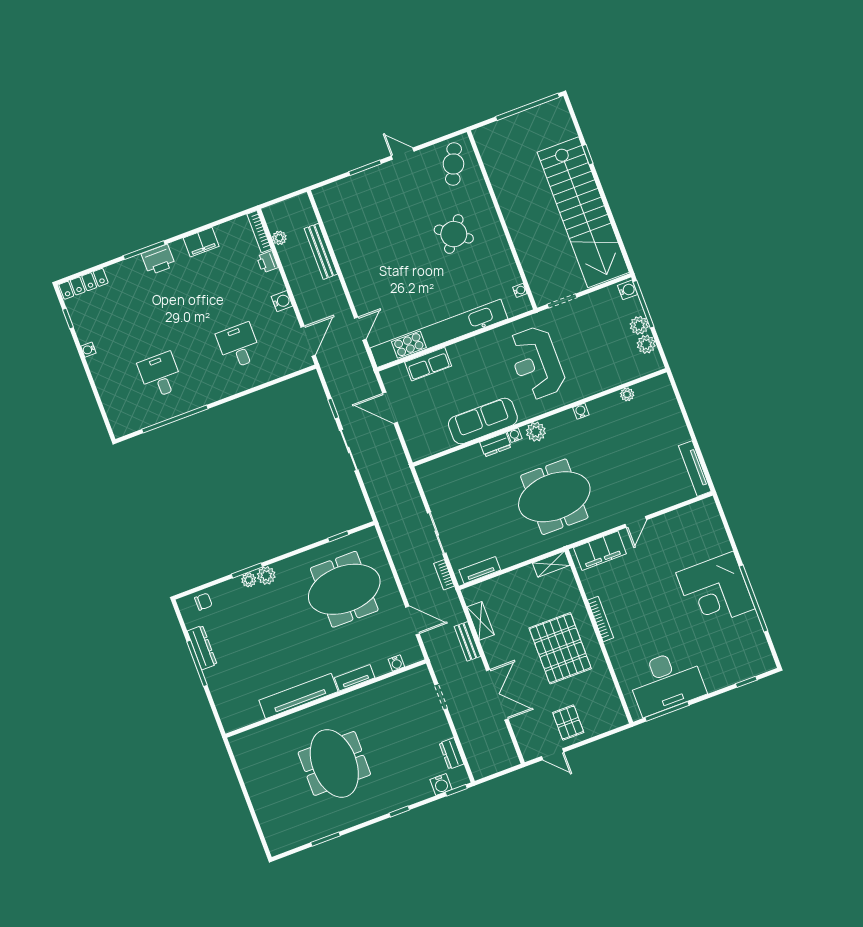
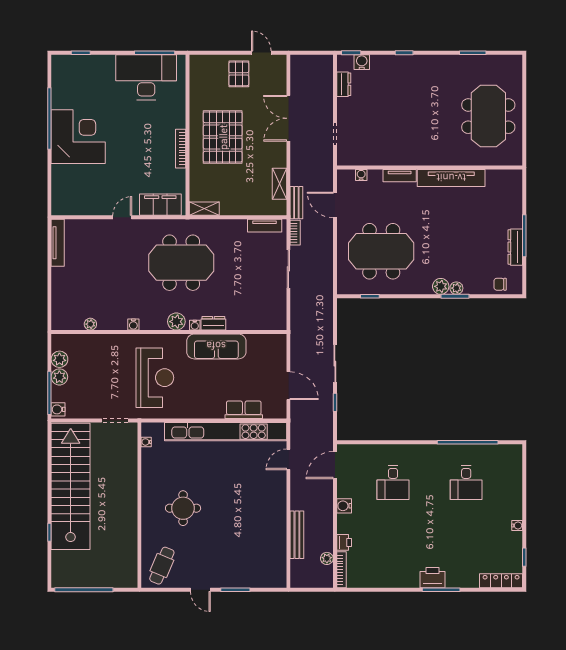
round table: (454, 234) -> (183, 508), turned -37
filing cabinet: (201, 242) -> (392, 579), removed
bench: (467, 641) -> (296, 203), moved
meeting table: (334, 763) -> (488, 116), moved

